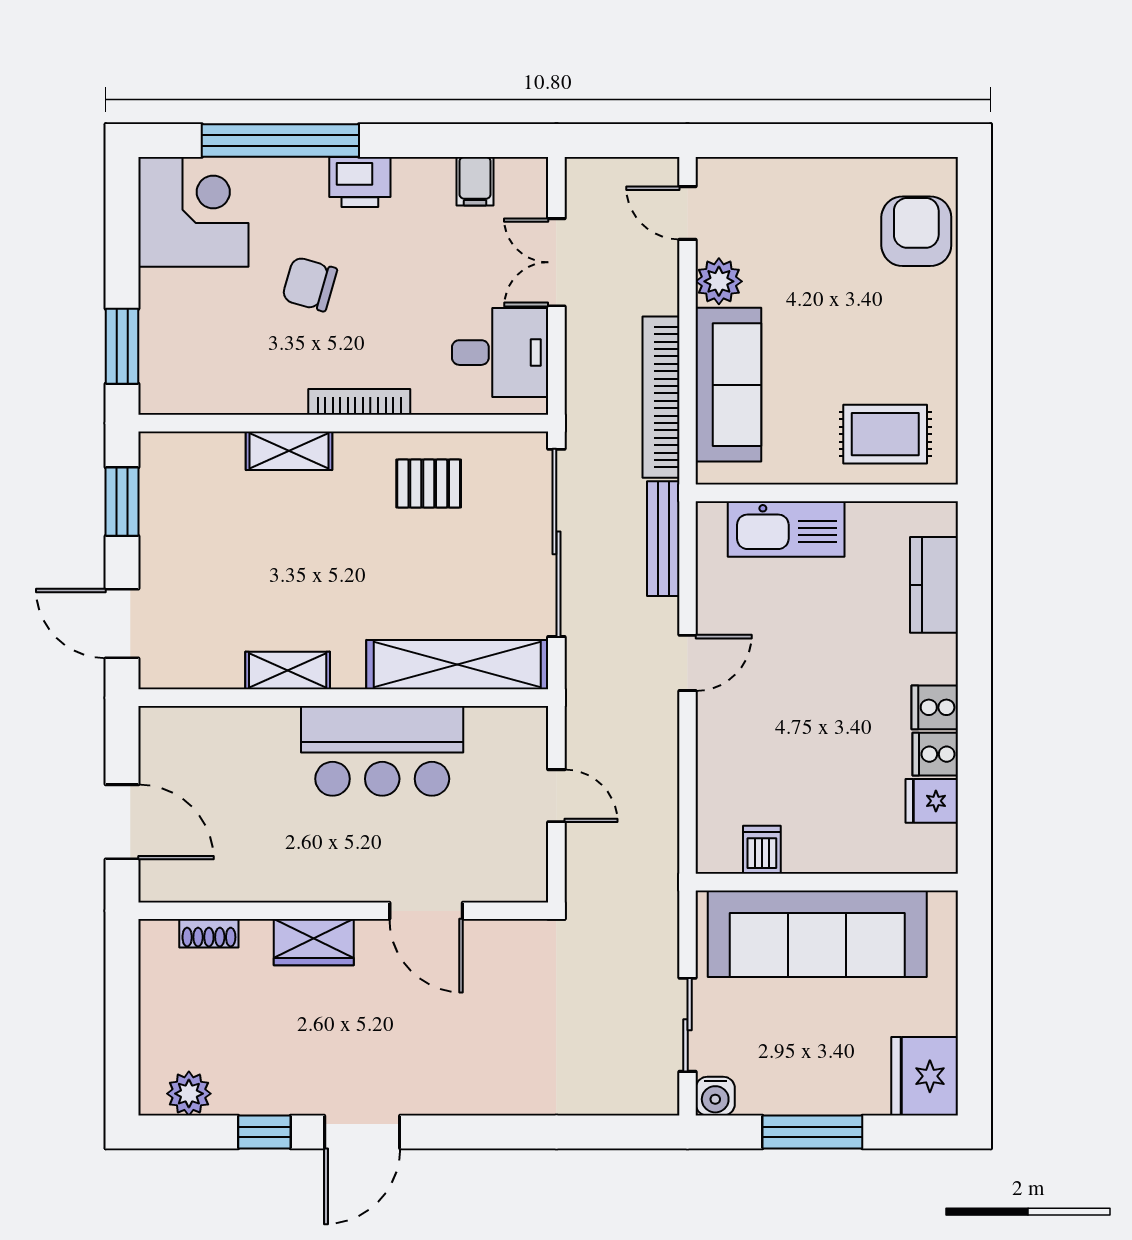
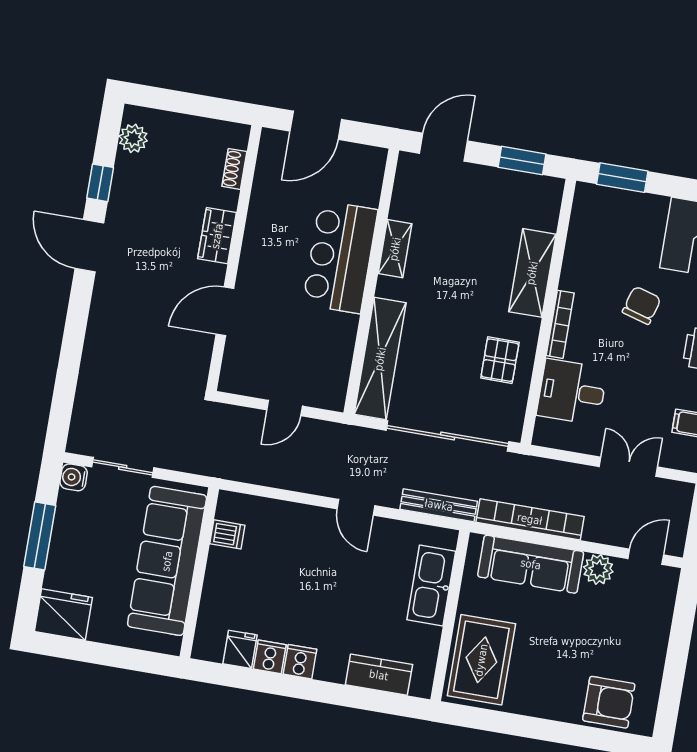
desk: (500, 353) -> (572, 392), moved, turned 90
rug: (885, 434) -> (481, 660), width x1.36, depth x1.43
shelving: (289, 451) -> (532, 273), width x1.50, depth x1.33
bar counter: (382, 751) -> (340, 257), moved

